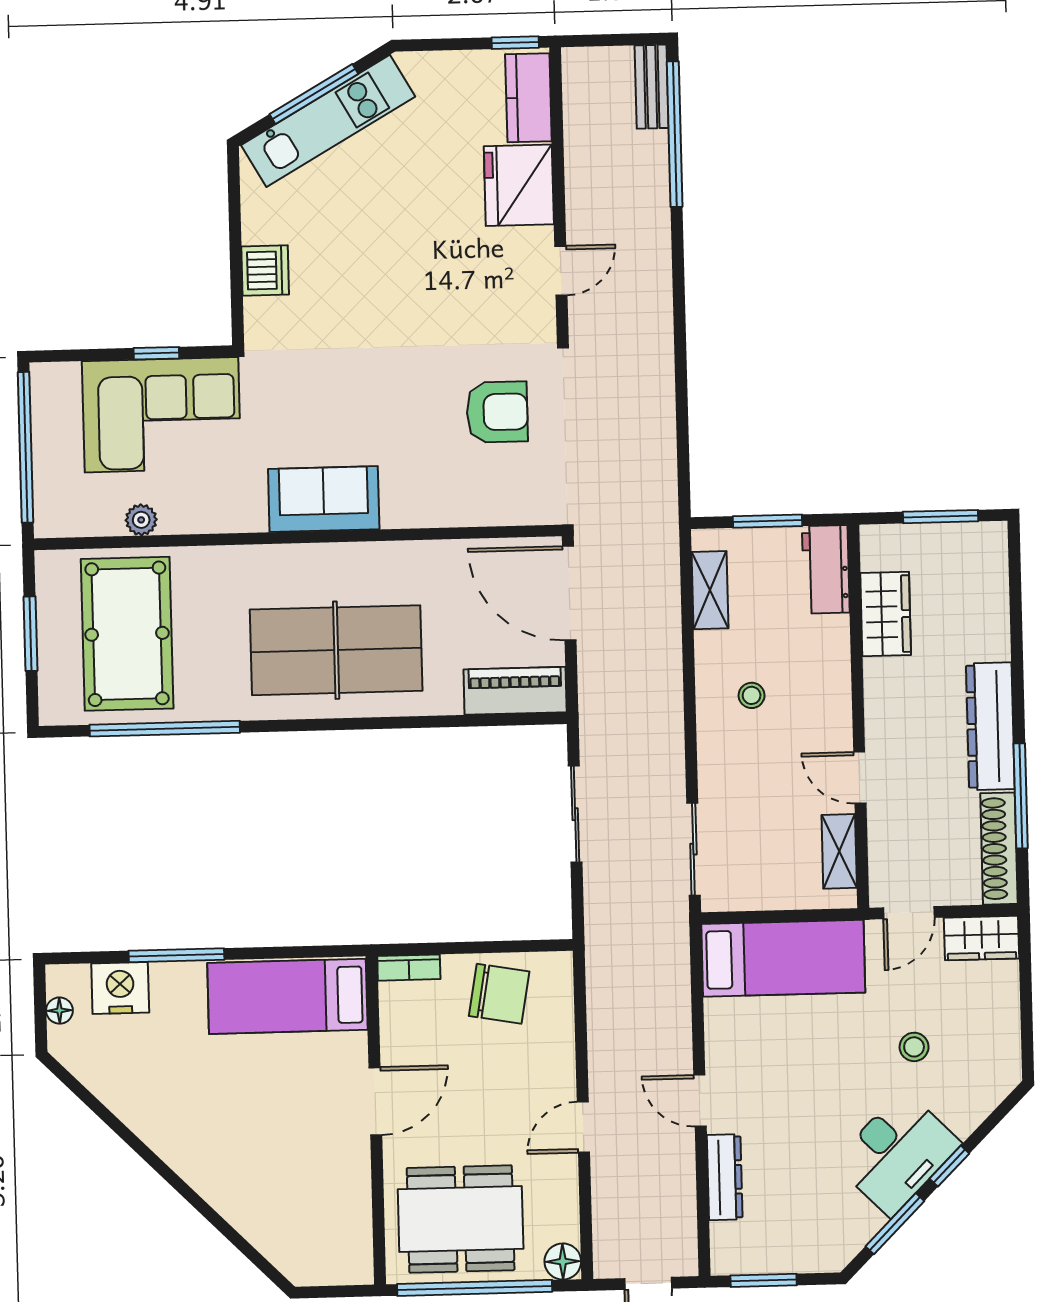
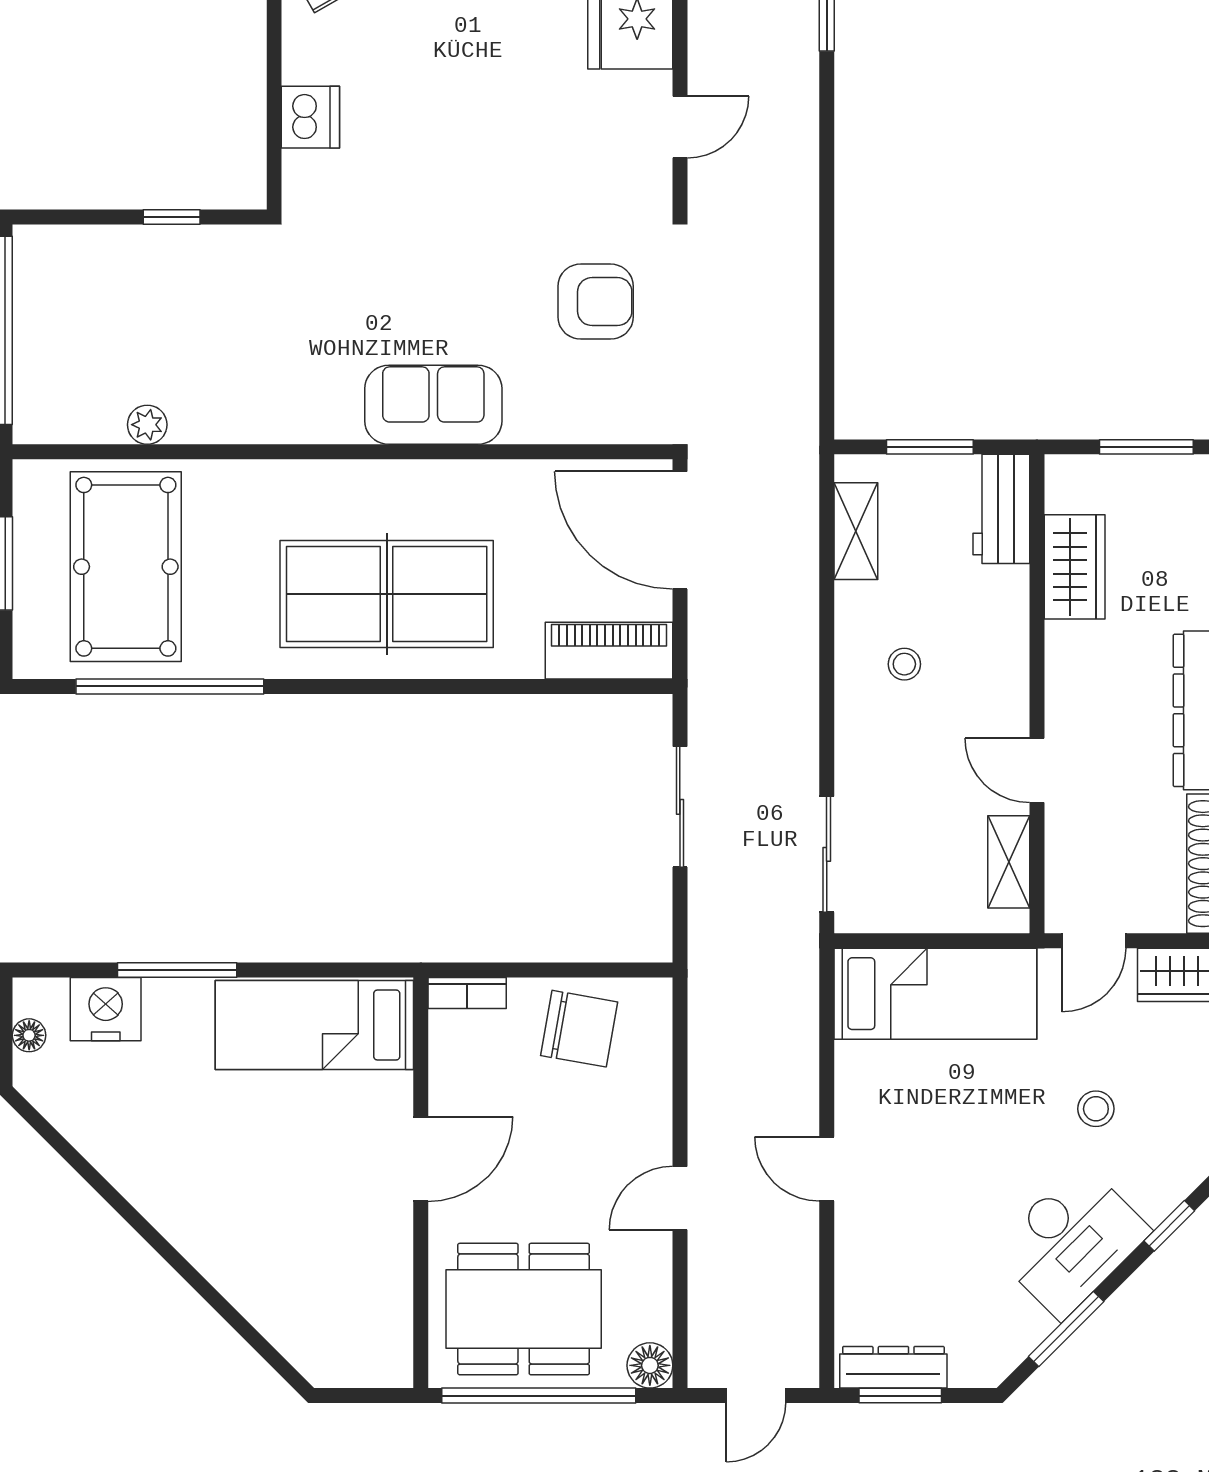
corner sofa: (161, 415) -> (176, 294), removed
sofa: (324, 499) -> (433, 405), moved
window: (949, 1166) -> (1169, 1226), moved
dresser: (725, 1177) -> (893, 1367), moved, turned -90

